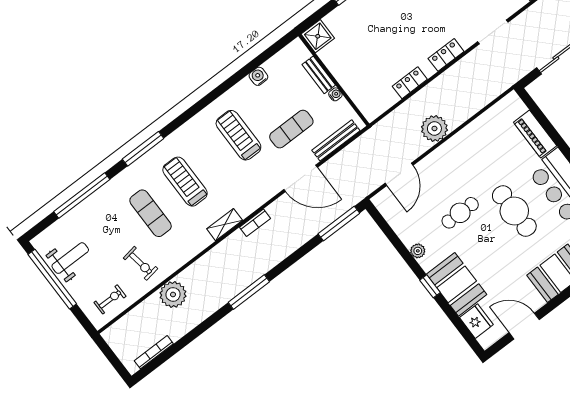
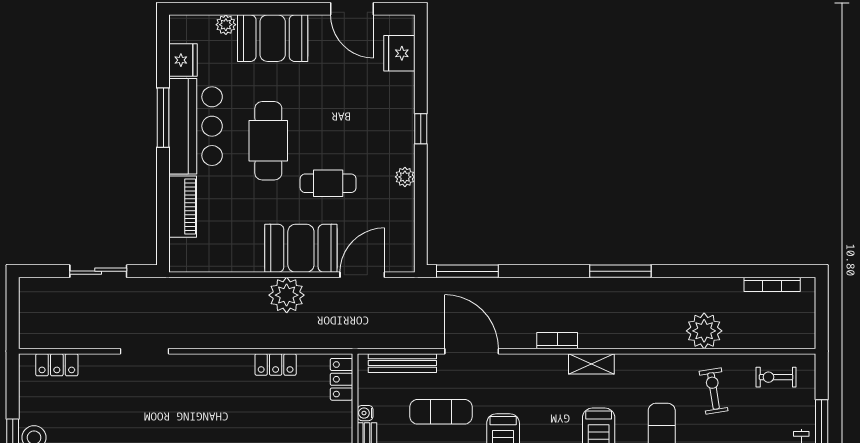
locker: (446, 55) -> (342, 379), moved, turned 90
booth: (457, 284) -> (301, 248), moved, turned 90

